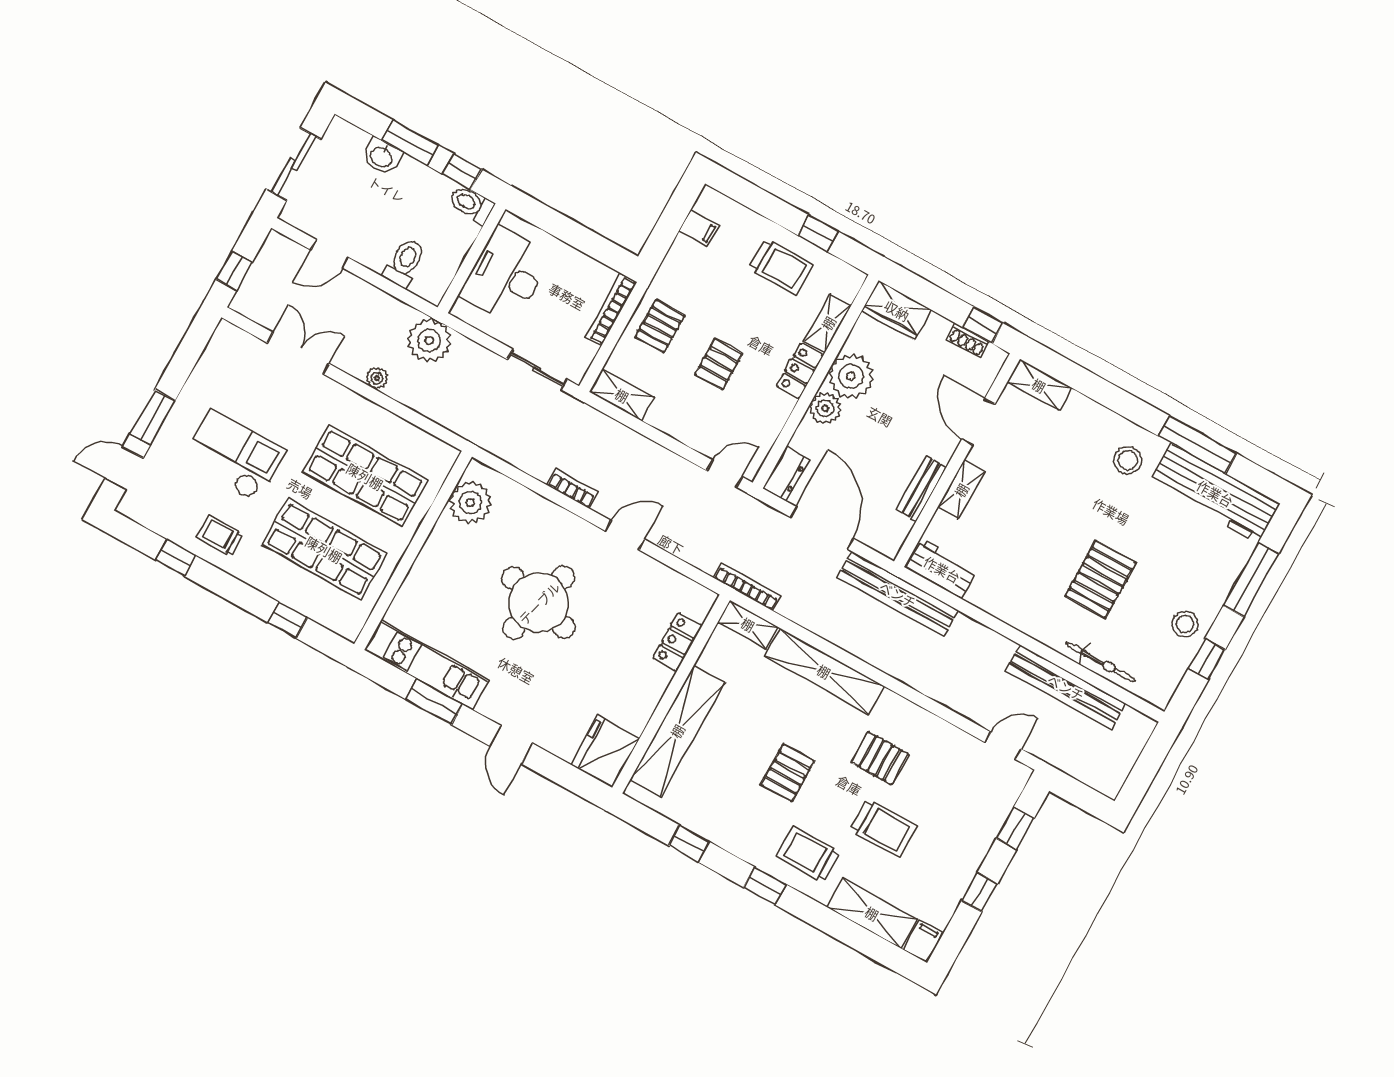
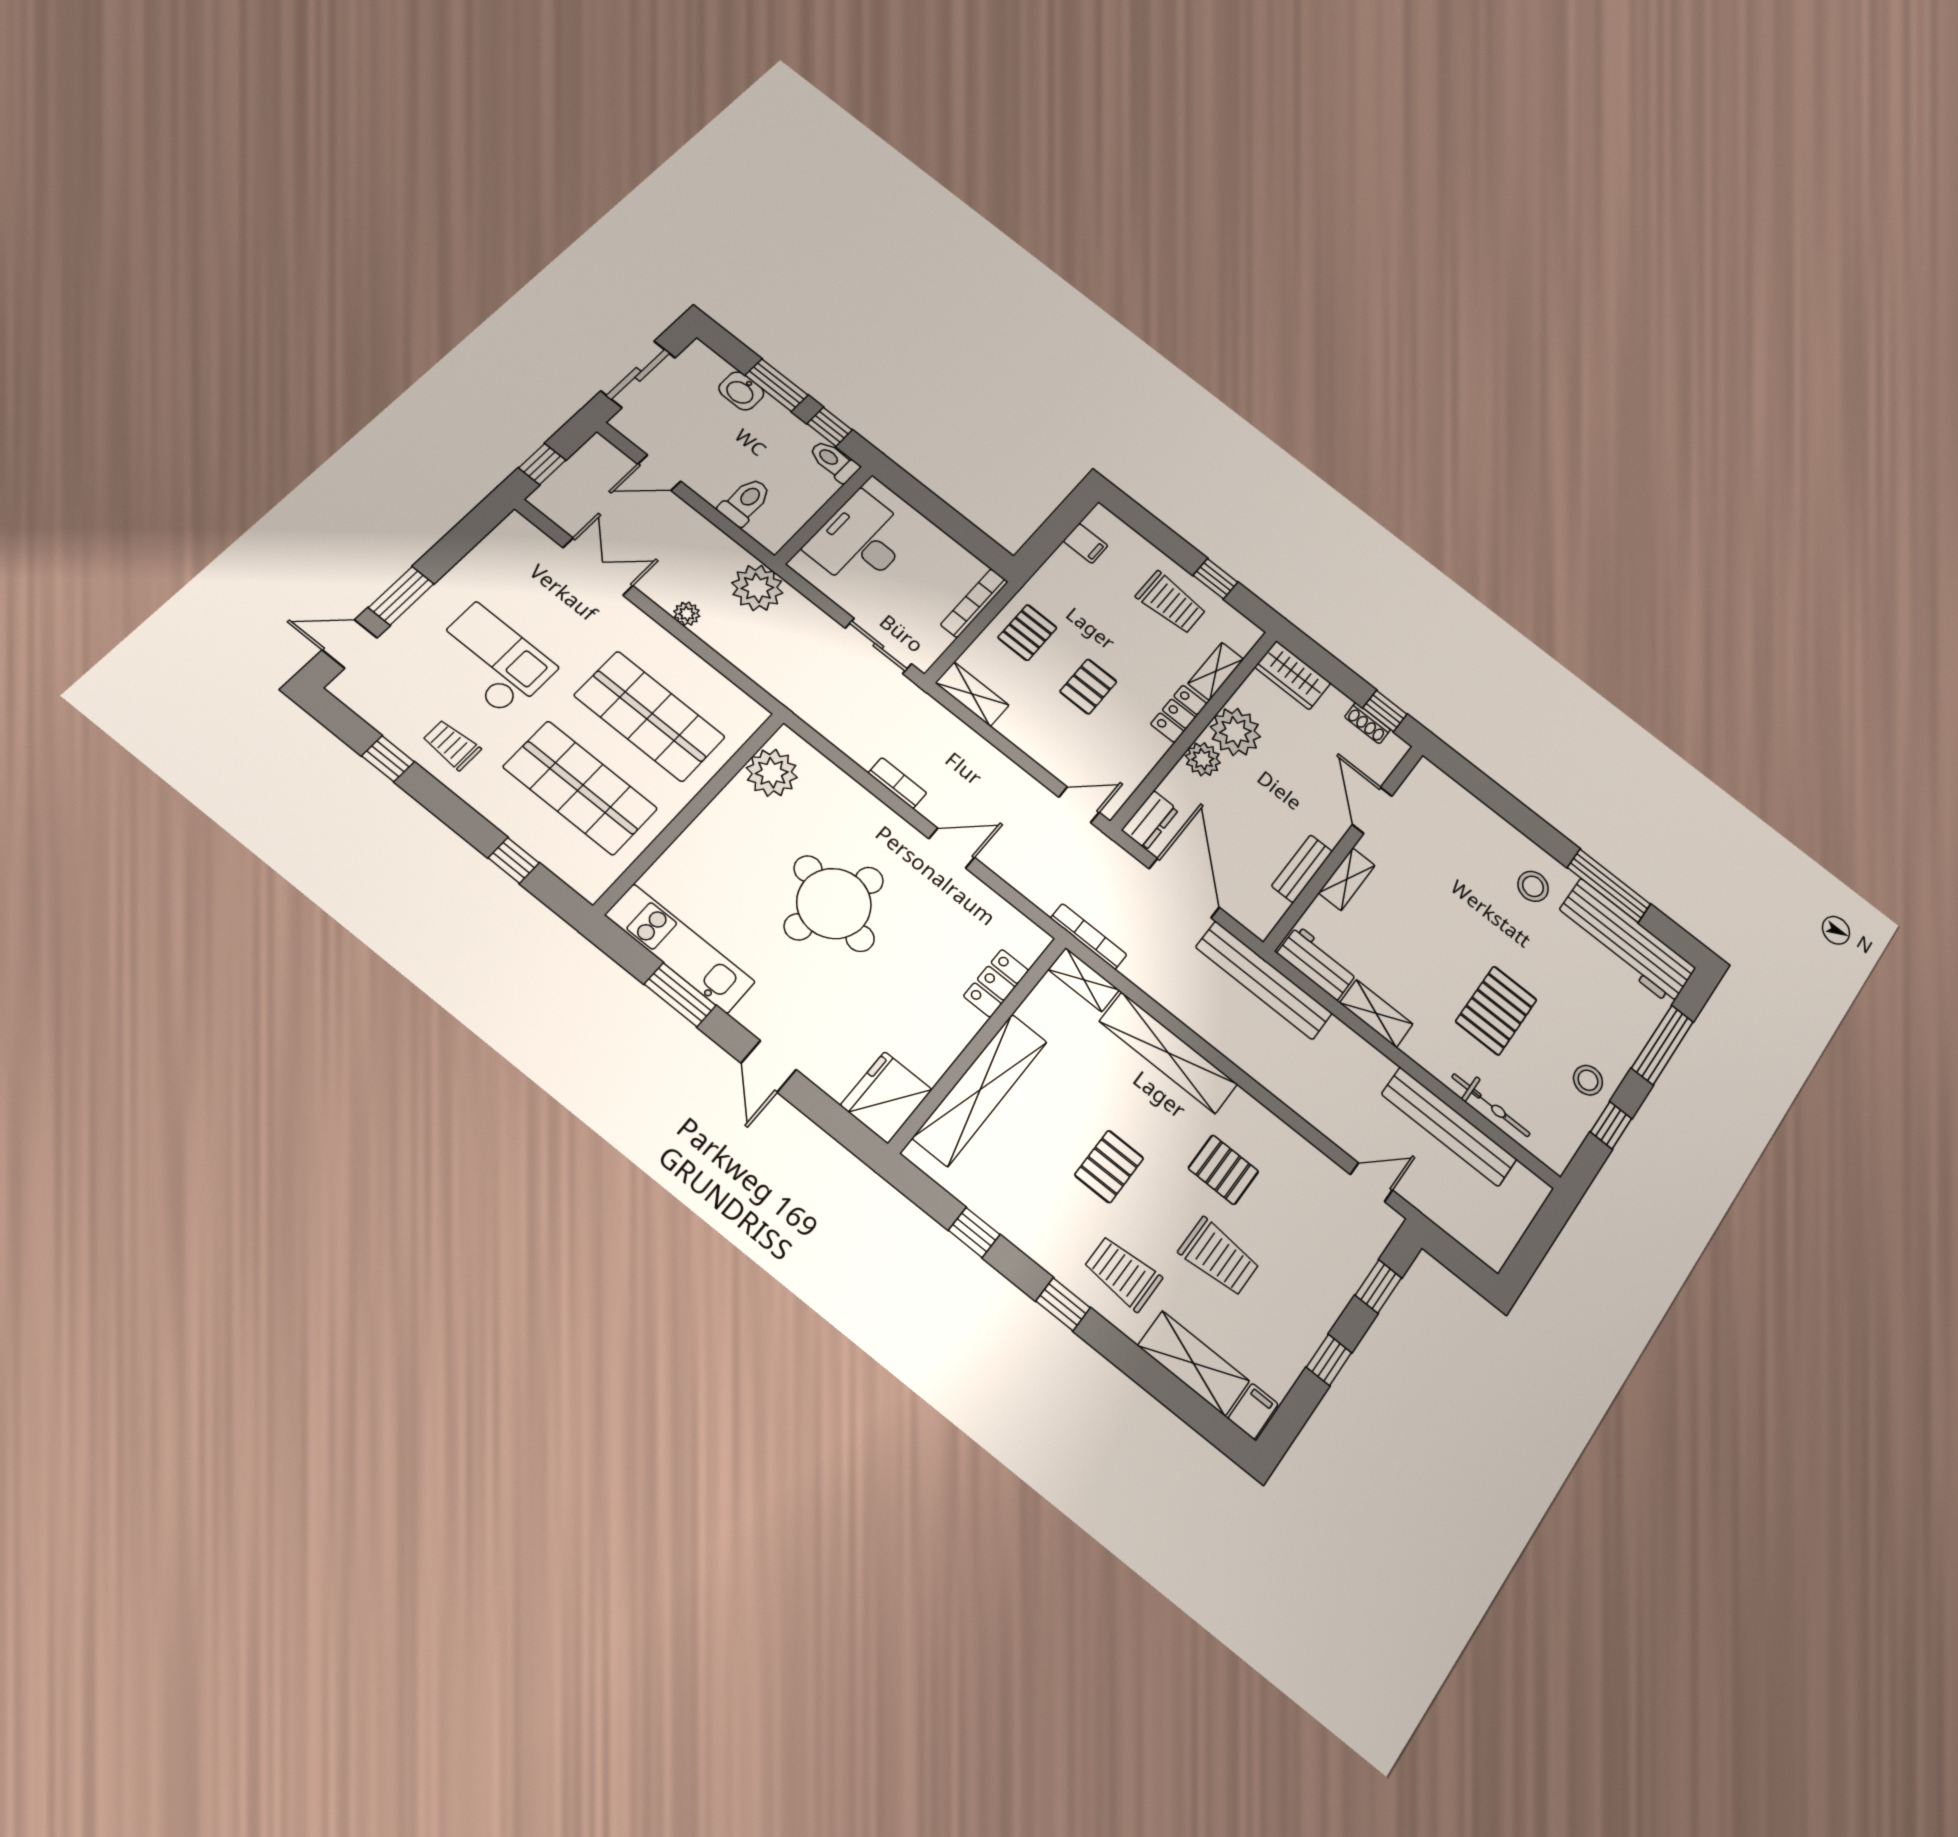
shelving: (1039, 385) -> (1376, 1013), moved

